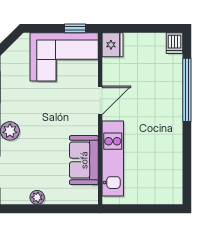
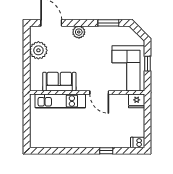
window: (75, 28) -> (148, 64), moved
window: (187, 90) -> (106, 151), width x0.32
plant: (37, 197) -> (38, 50), width x1.87, depth x1.87

